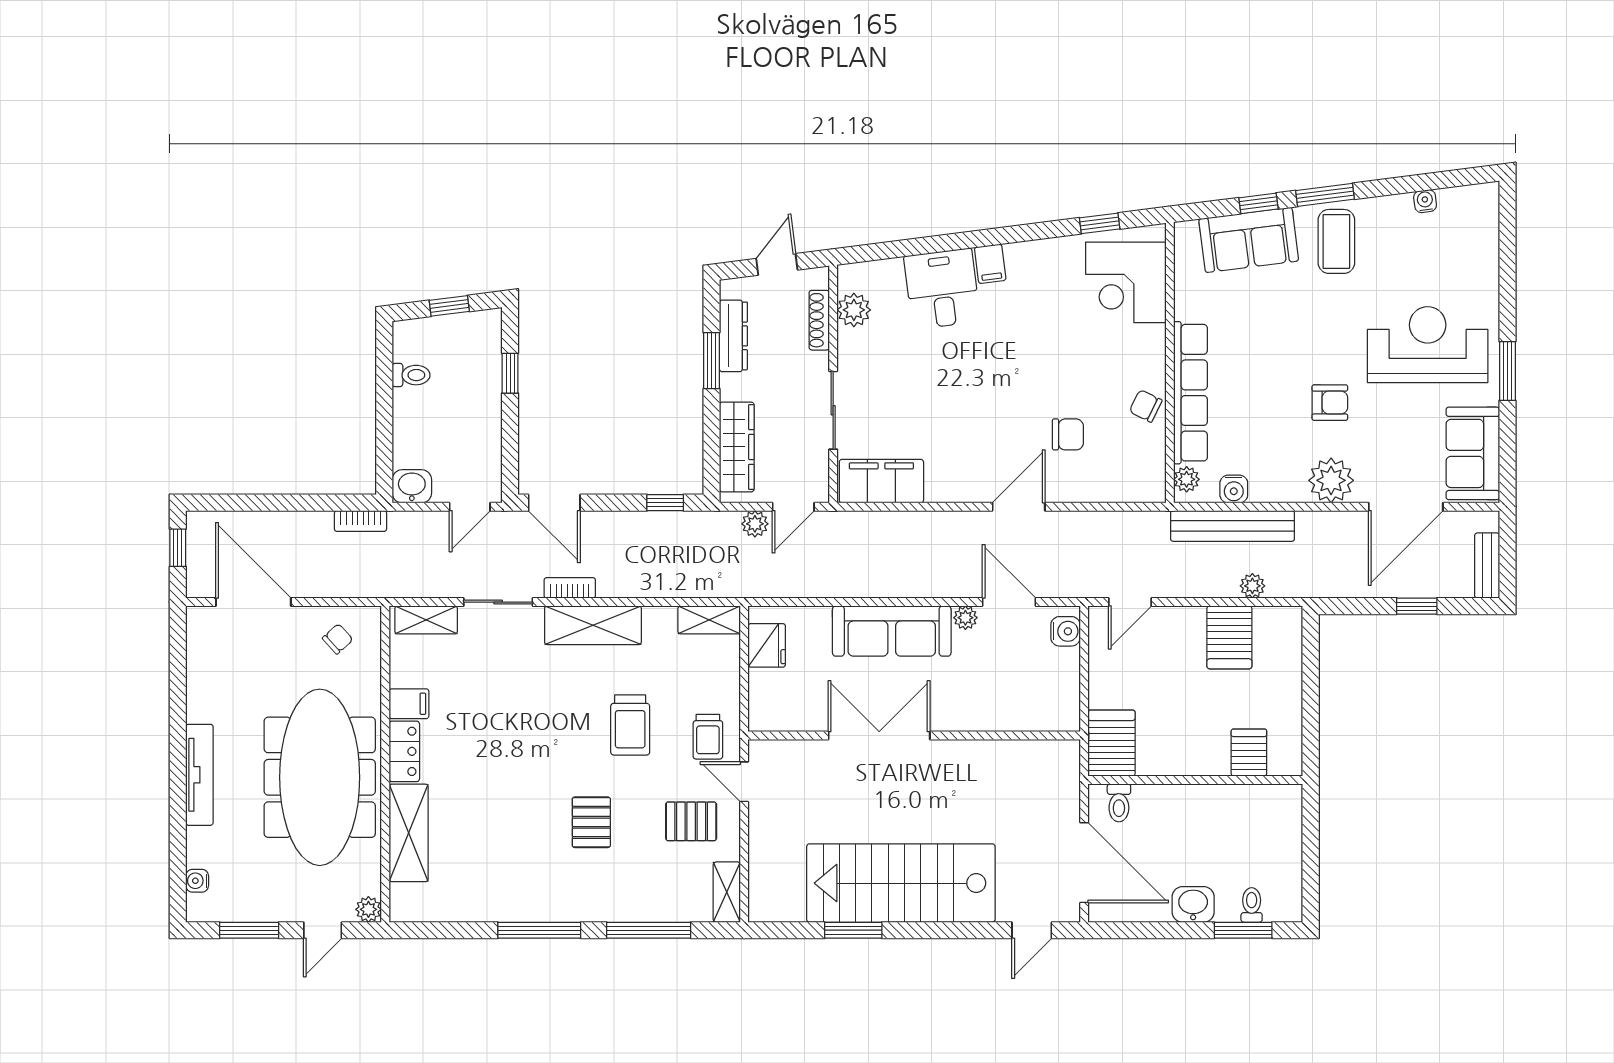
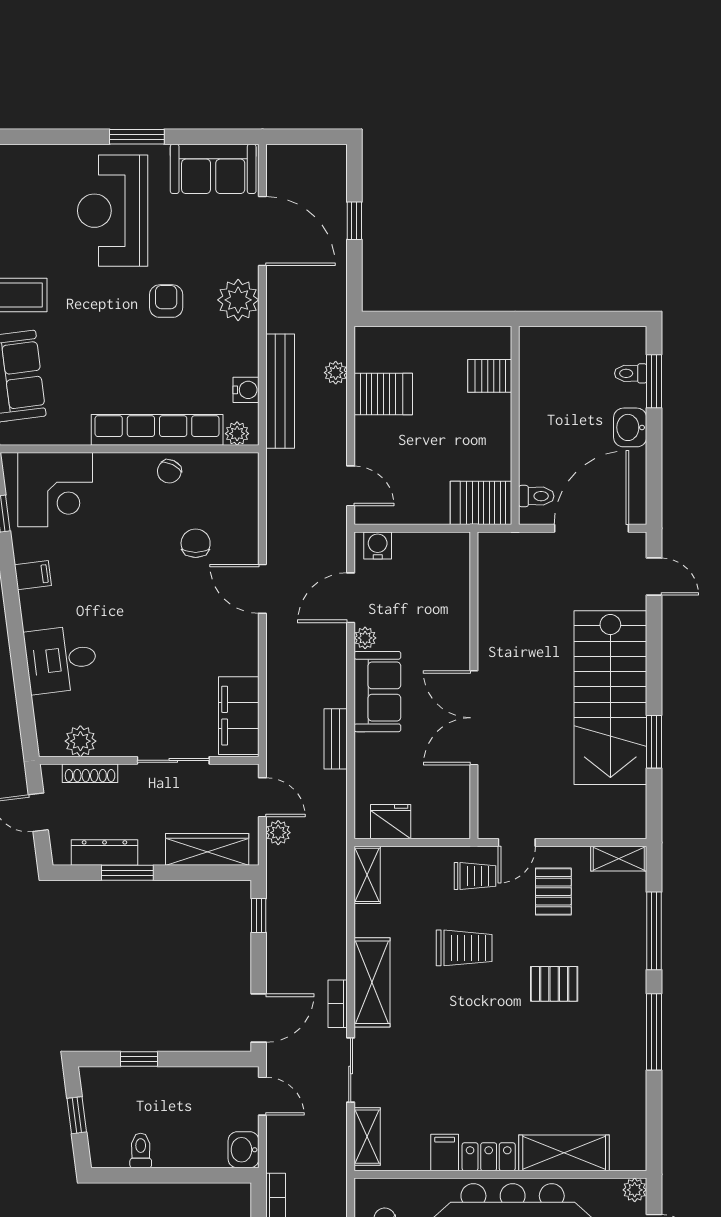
filing cabinet: (990, 264) -> (33, 575), moved
bench: (1487, 566) -> (336, 739), moved, turned 90
sofa: (892, 631) -> (377, 692), width x0.73

